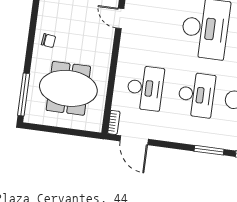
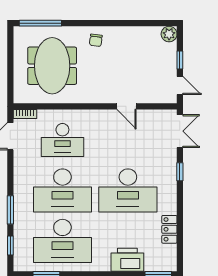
door: (120, 18) -> (127, 106), swing flipped
desk: (196, 95) -> (62, 190), width x1.36, depth x1.30

